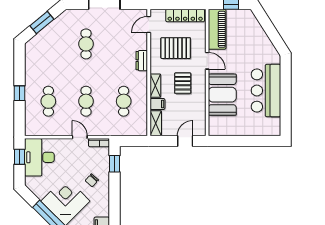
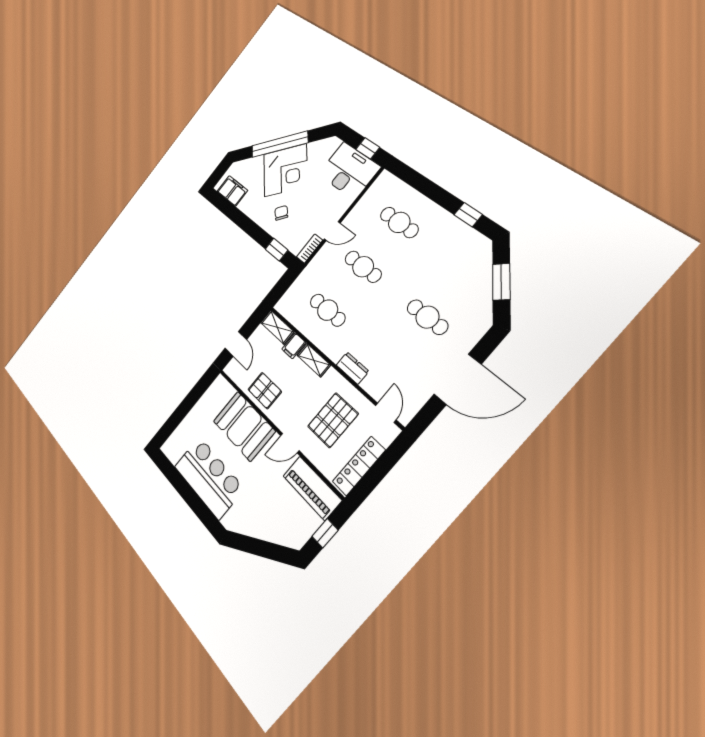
pallet: (183, 83) -> (265, 391), moved
window: (19, 93) -> (468, 215), moved

